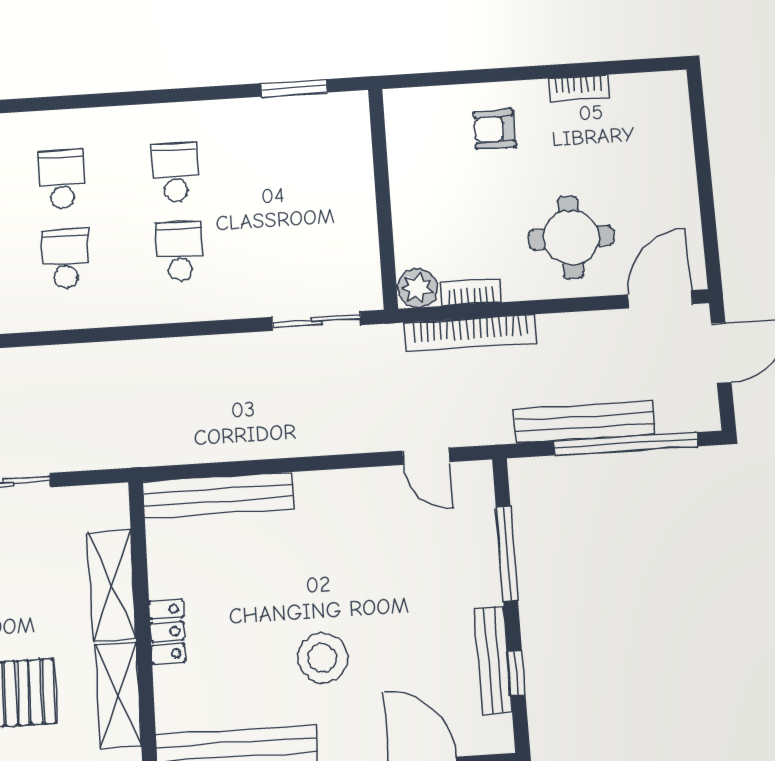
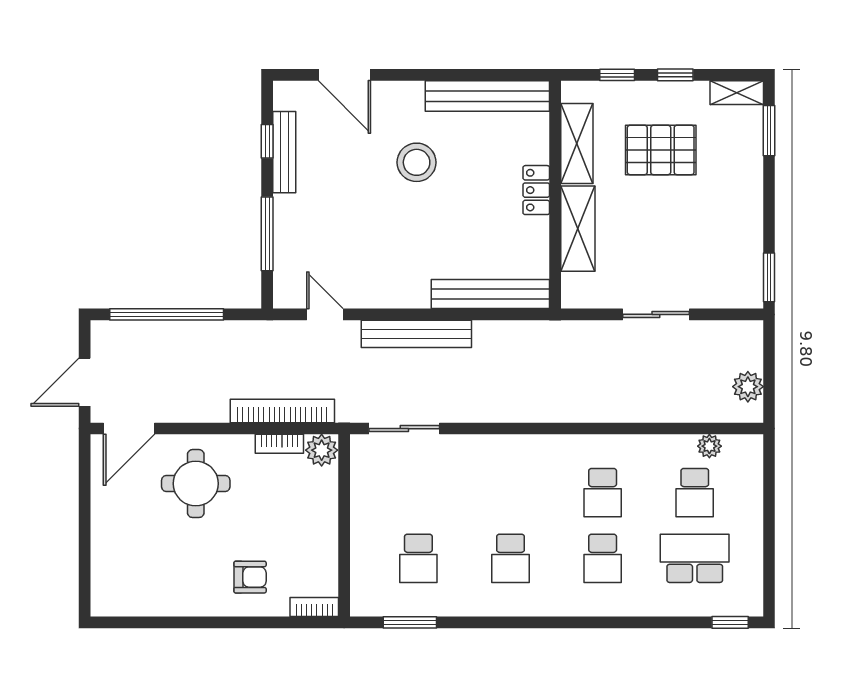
bookcase: (578, 88) -> (314, 607), moved
school desk: (180, 251) -> (418, 558), moved
bench: (584, 422) -> (416, 334), moved

